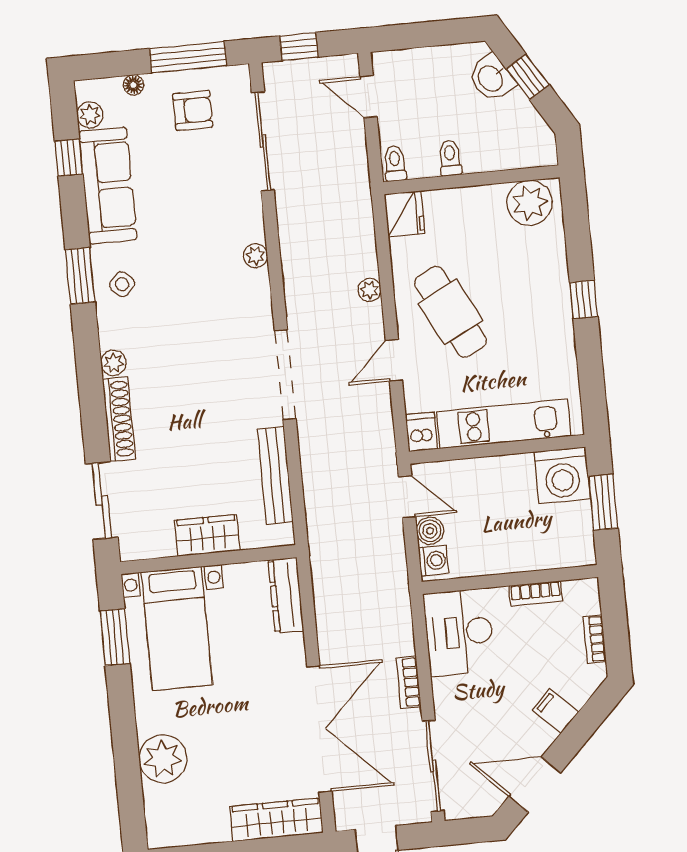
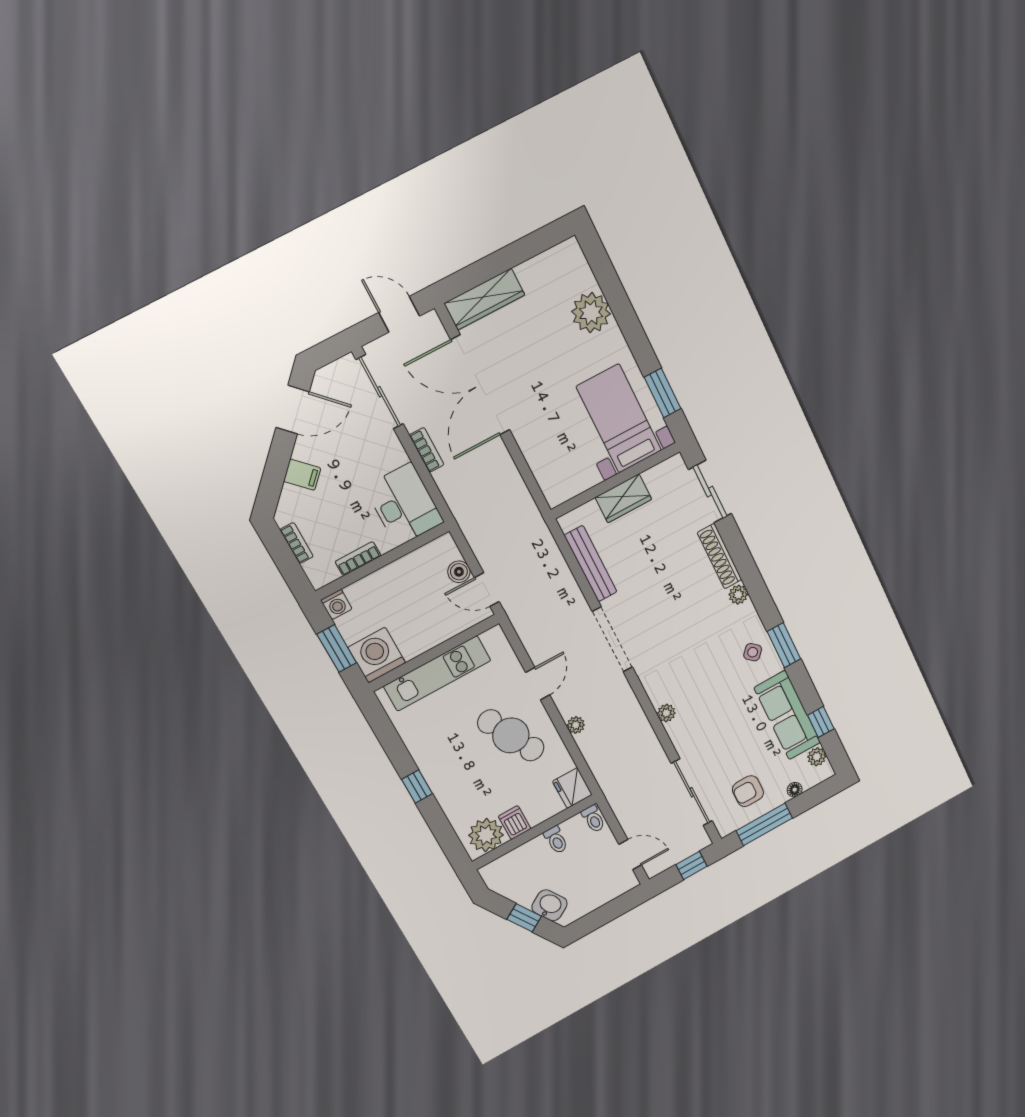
dishwasher: (421, 432) -> (515, 823), moved, turned 180
washing machine: (433, 561) -> (336, 604), moved, turned -90
dresser: (286, 595) -> (547, 478), removed

